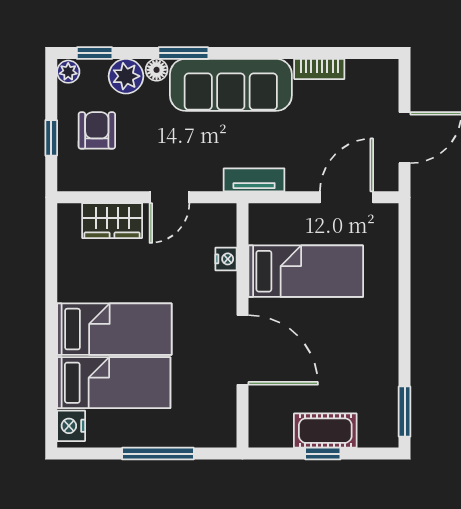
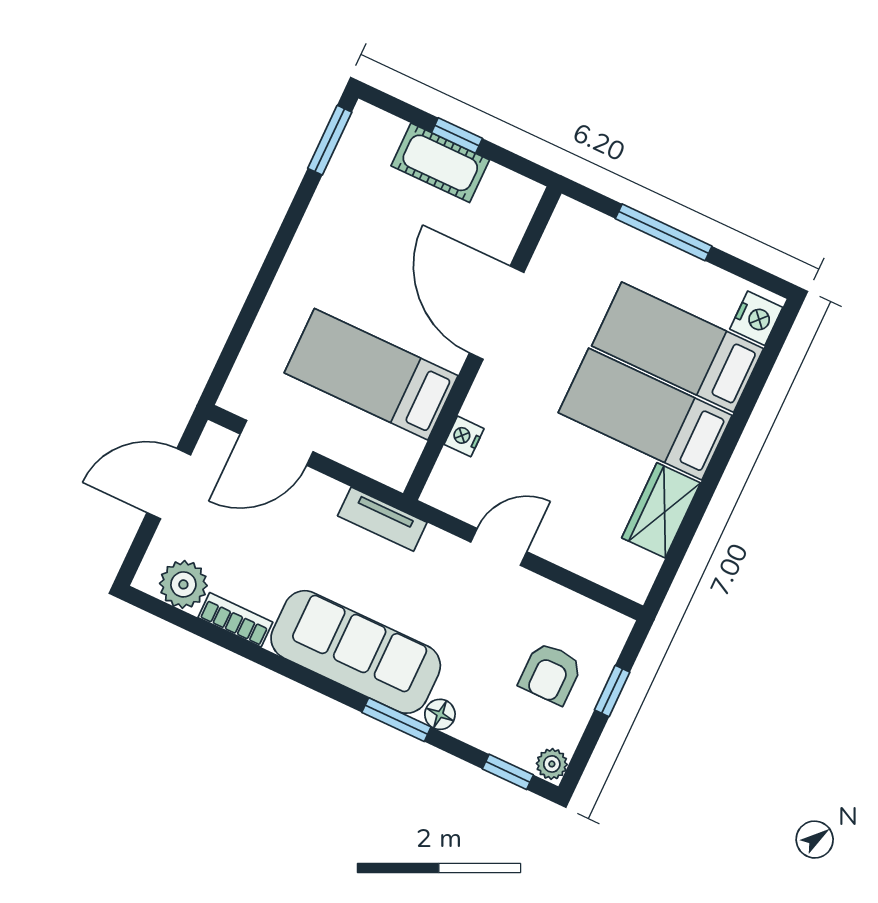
plant: (126, 76) -> (183, 584), moved
wardrobe: (112, 221) -> (661, 510), moved, turned -90

